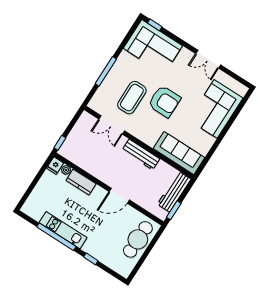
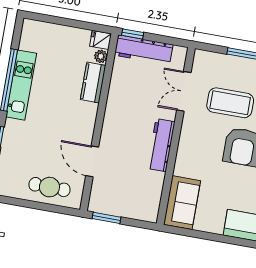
sofa: (179, 153) -> (182, 203), width x0.73
workbench: (174, 192) -> (144, 50), moved, turned 180
door: (119, 196) -> (92, 161), moved
cafe table: (138, 239) -> (49, 187), width x0.73, depth x0.74

